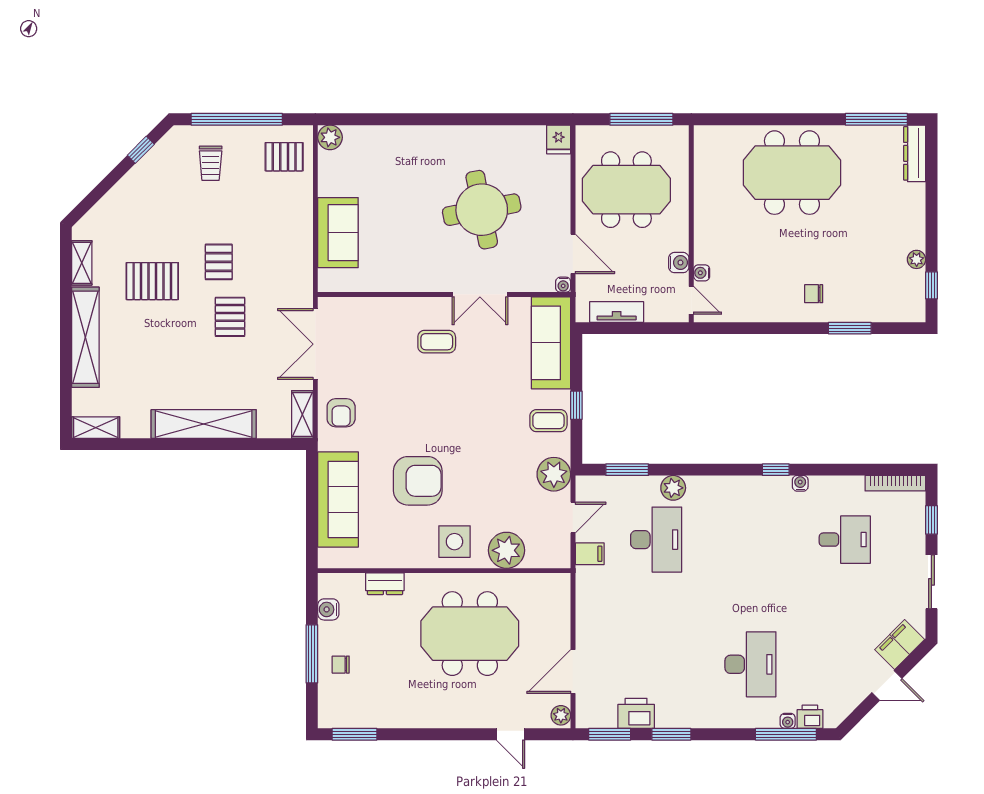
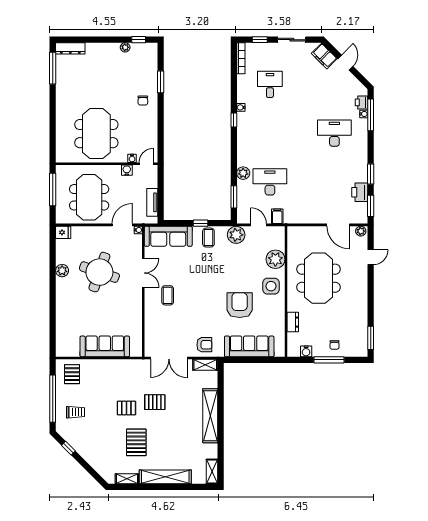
plant: (330, 137) -> (62, 271), moved
meeting table: (792, 173) -> (96, 134), moved
round table: (482, 210) -> (99, 272), turned 30
sofa: (338, 233) -> (105, 346), width x1.36

